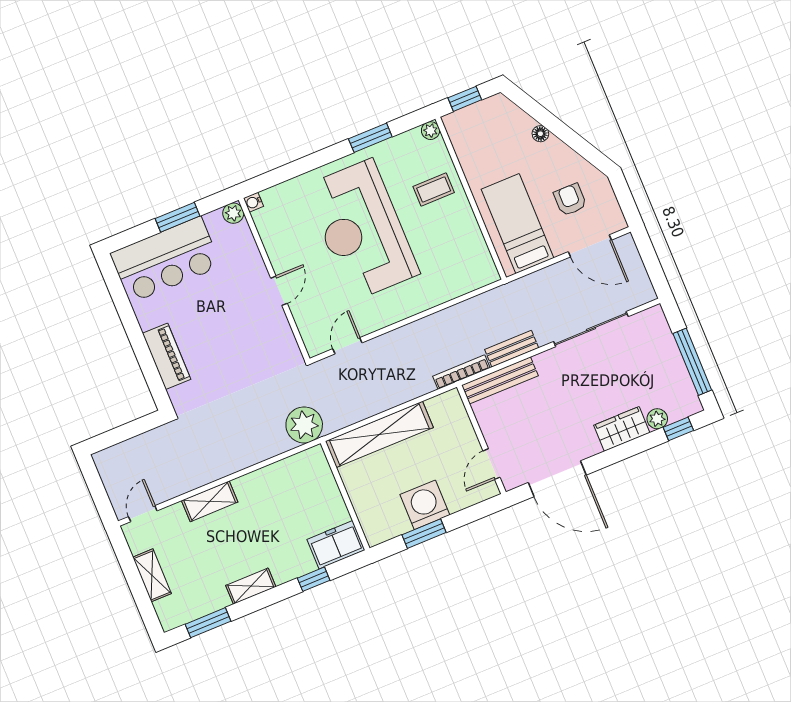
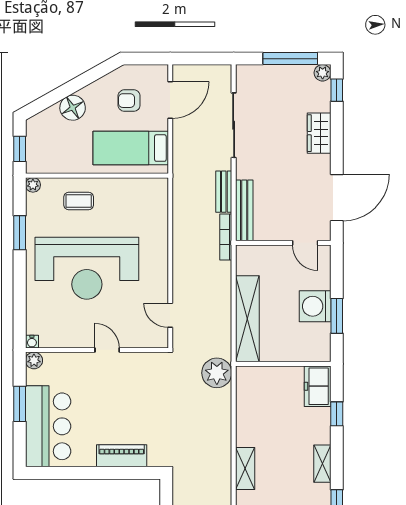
floor lamp: (540, 134) -> (73, 108), width x1.89, depth x1.89
coffee table: (434, 190) -> (79, 201), turned 90
plant: (657, 419) -> (323, 73), moved

